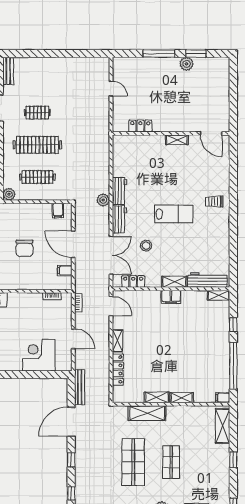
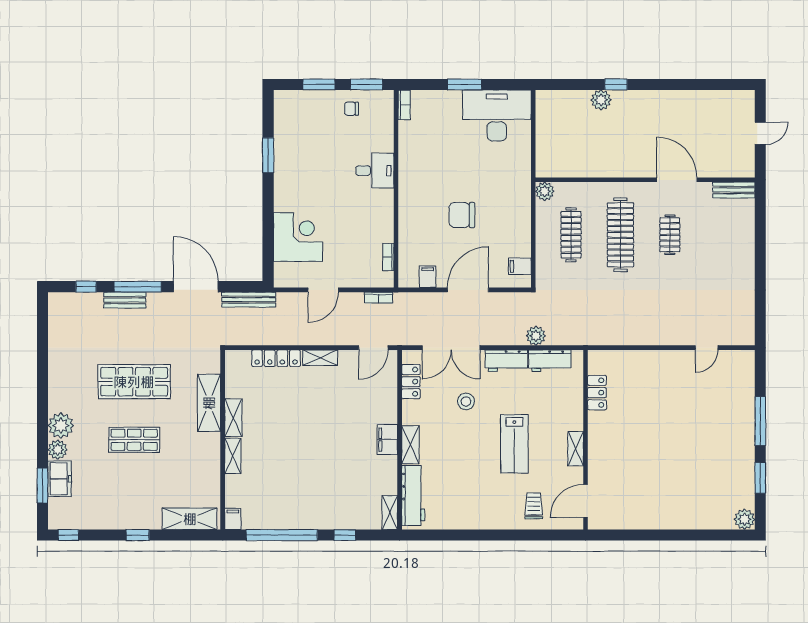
plant: (187, 64) -> (745, 519), moved
locker: (140, 126) -> (597, 393), moved
wall: (171, 133) -> (586, 440), moved
door: (211, 133) -> (586, 501), moved
shelving: (177, 140) -> (576, 449), moved
window: (71, 460) -> (138, 287), width x2.17
bench: (80, 468) -> (125, 300), added

